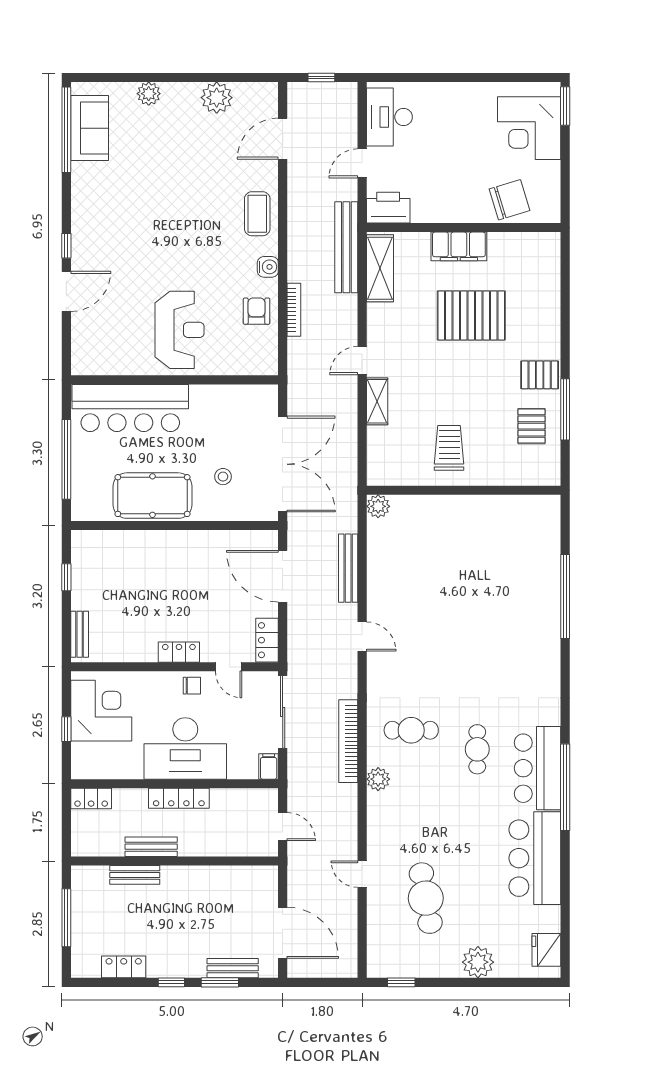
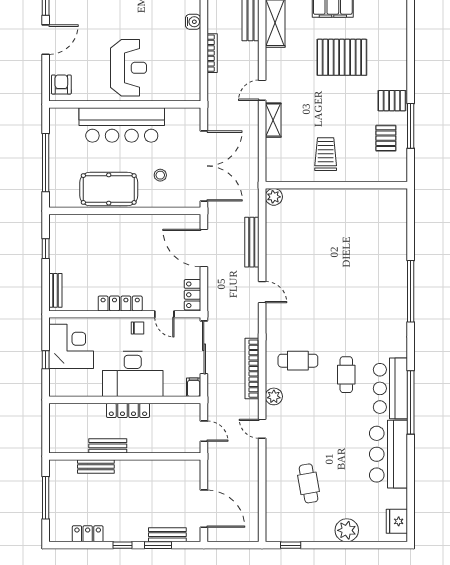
armchair: (256, 311) -> (61, 84), moved
bar counter: (130, 408) -> (122, 125), moved
window: (565, 596) -> (411, 291), moved
locker: (179, 652) -> (120, 303), width x1.53
locker: (91, 798) -> (64, 411), removed
door: (362, 874) -> (262, 429), moved
cafe table: (426, 898) -> (309, 483), width x0.73, depth x0.74

